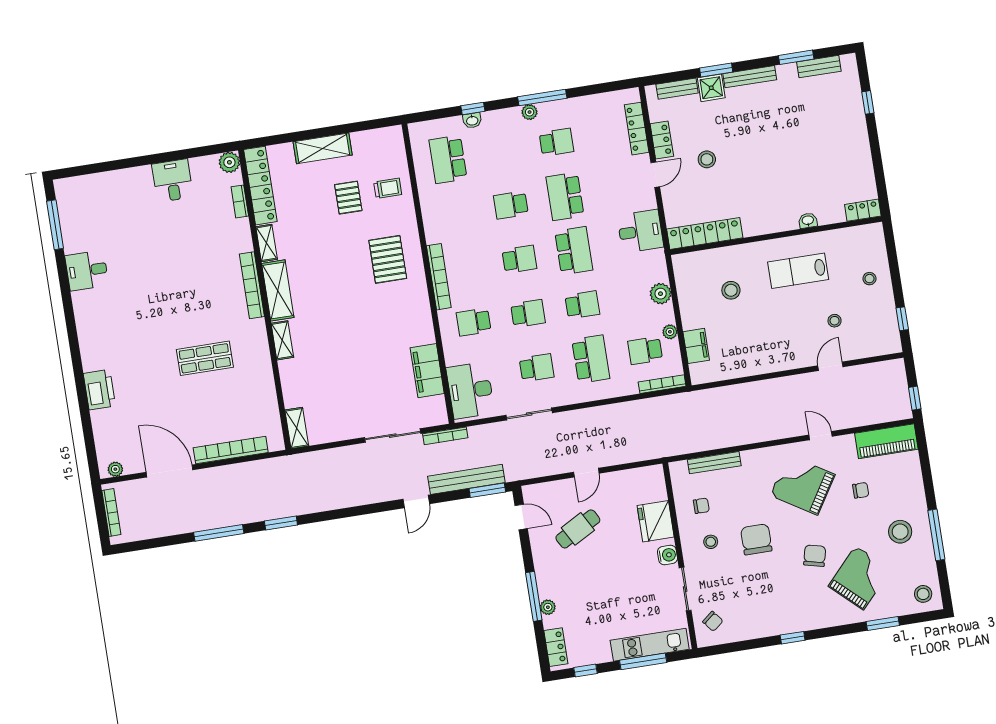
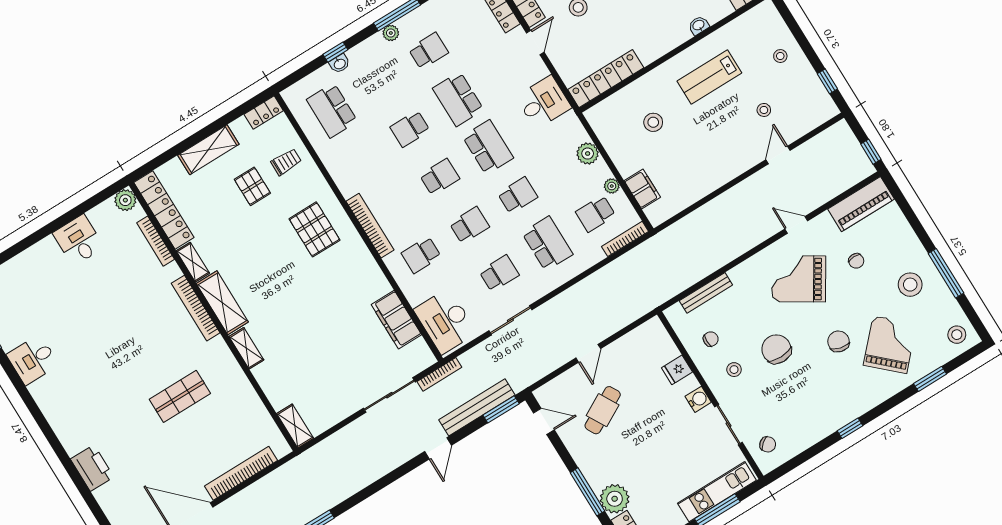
locker: (386, 136) -> (264, 112), added
bookcase: (240, 201) -> (156, 241), width x1.56
chair: (861, 490) -> (856, 261), turned 90
fridge: (656, 521) -> (677, 370), width x0.53, depth x0.75
plant: (548, 607) -> (615, 499), width x1.87, depth x1.87

